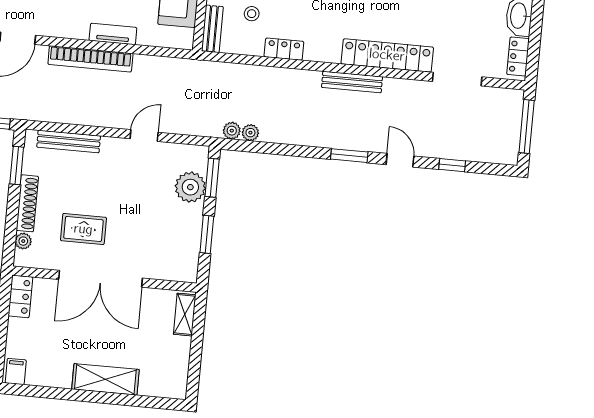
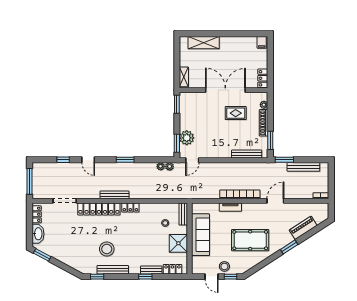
locker: (284, 49) -> (130, 208), moved
door: (144, 135) -> (192, 160), moved
window: (349, 156) -> (125, 160), moved
window: (207, 234) -> (177, 104), moved
shelving: (105, 379) -> (204, 43), moved

